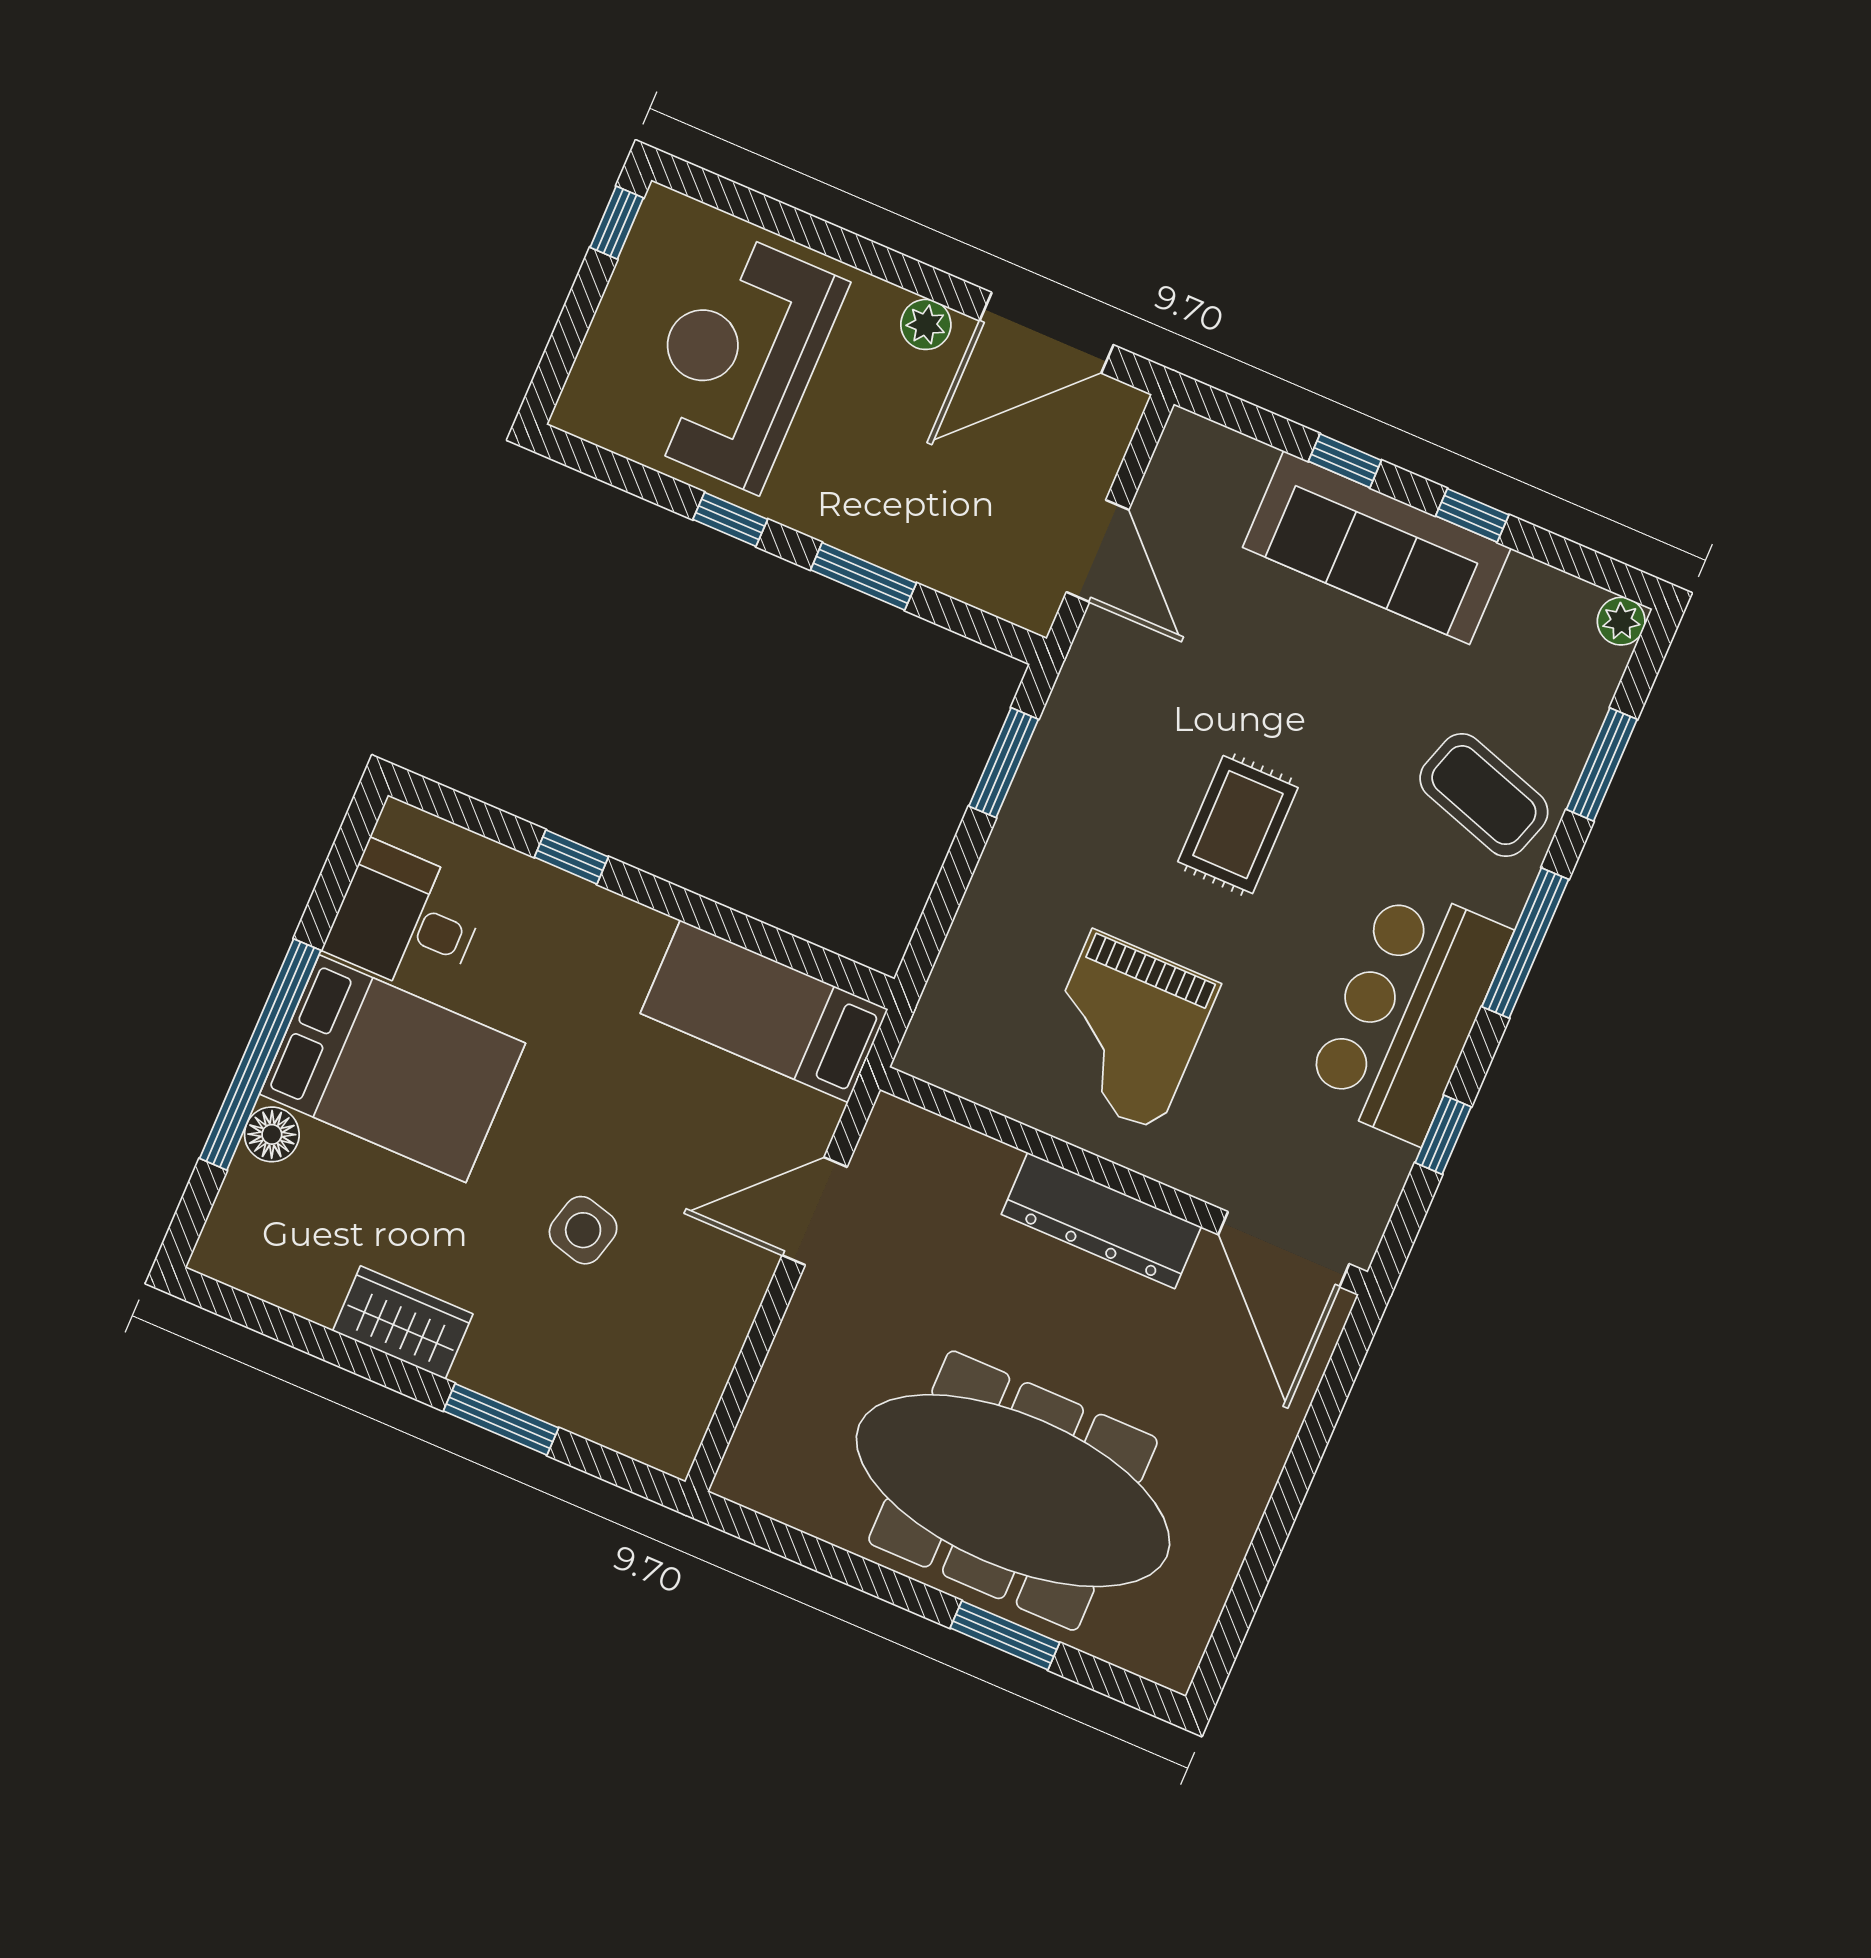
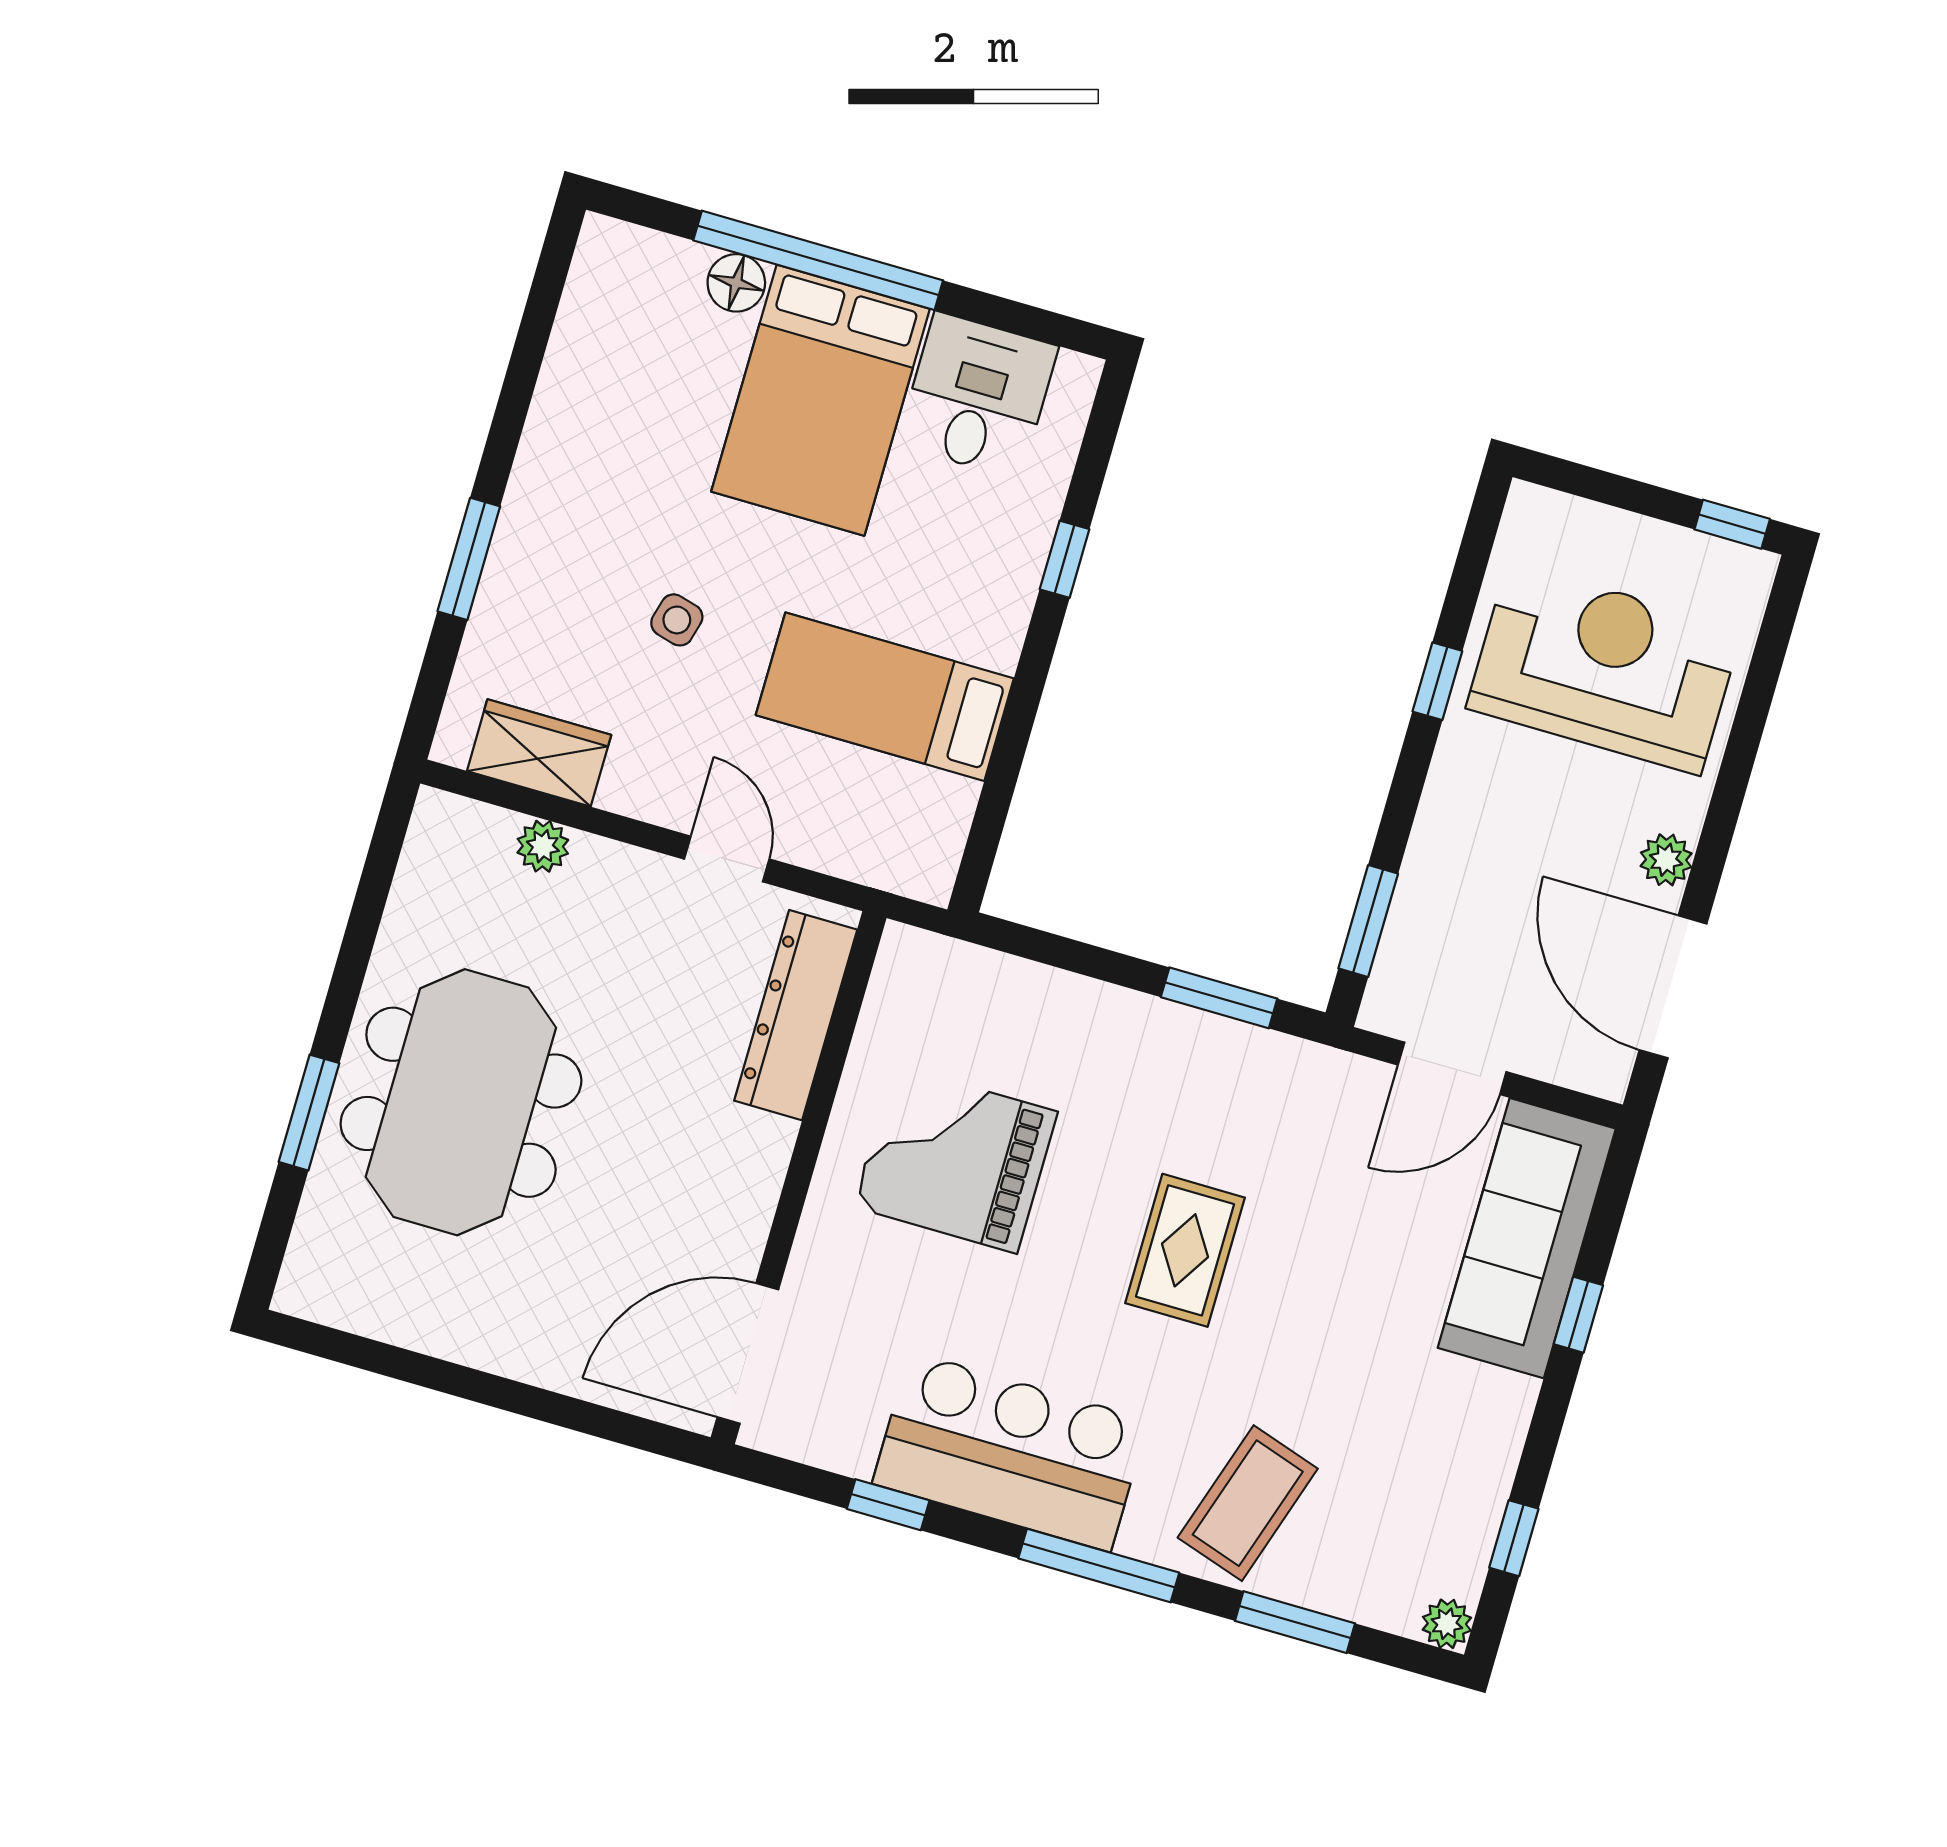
window: (1472, 515) -> (1514, 1538), moved
sofa: (1377, 548) -> (1527, 1238), moved
window: (863, 576) -> (1368, 921), moved
rug: (1238, 825) -> (1185, 1250), turned 90
bed: (764, 1011) -> (885, 697), moved, turned -90
door: (815, 1211) -> (727, 859), width x0.73
dresser: (1101, 1221) -> (796, 1015), moved
side table: (583, 1230) -> (677, 620), width x0.73, depth x0.73
wardrobe: (403, 1323) -> (539, 753), moved, turned -90
plant: (781, 1383) -> (543, 846), added
meeting table: (1013, 1491) -> (461, 1102), width x0.73

